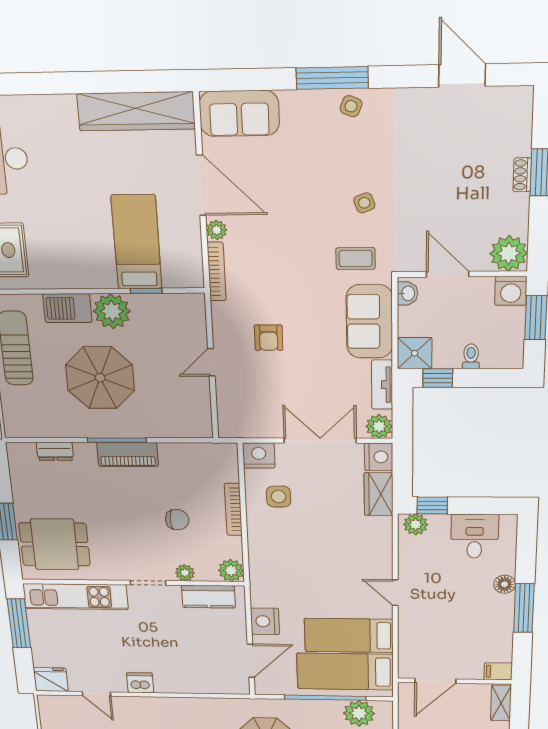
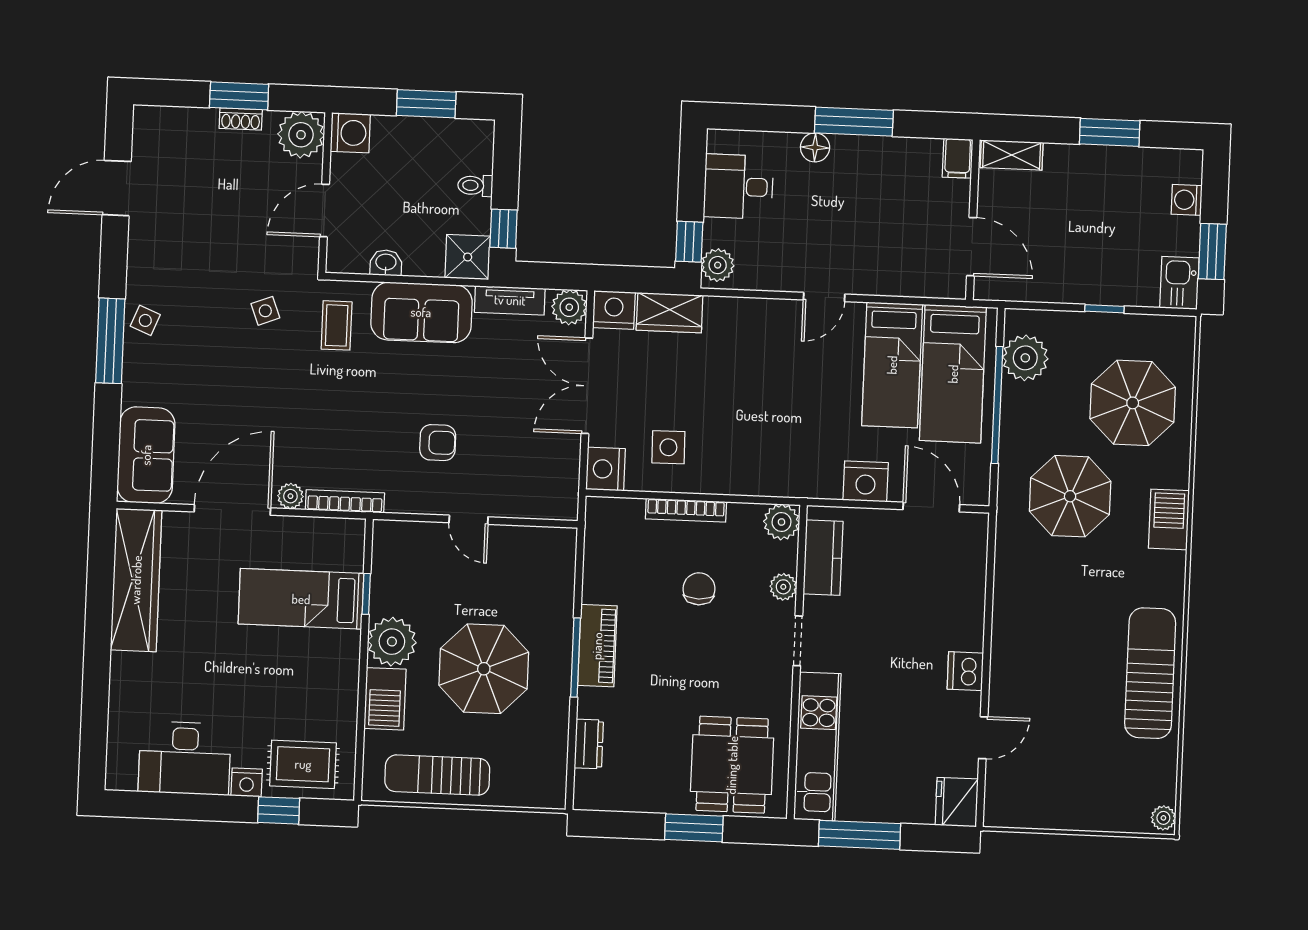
plant: (509, 253) -> (301, 135), moved
door: (448, 274) -> (324, 210), moved
wall: (462, 274) -> (325, 193), moved
washing machine: (511, 291) -> (350, 133), moved

